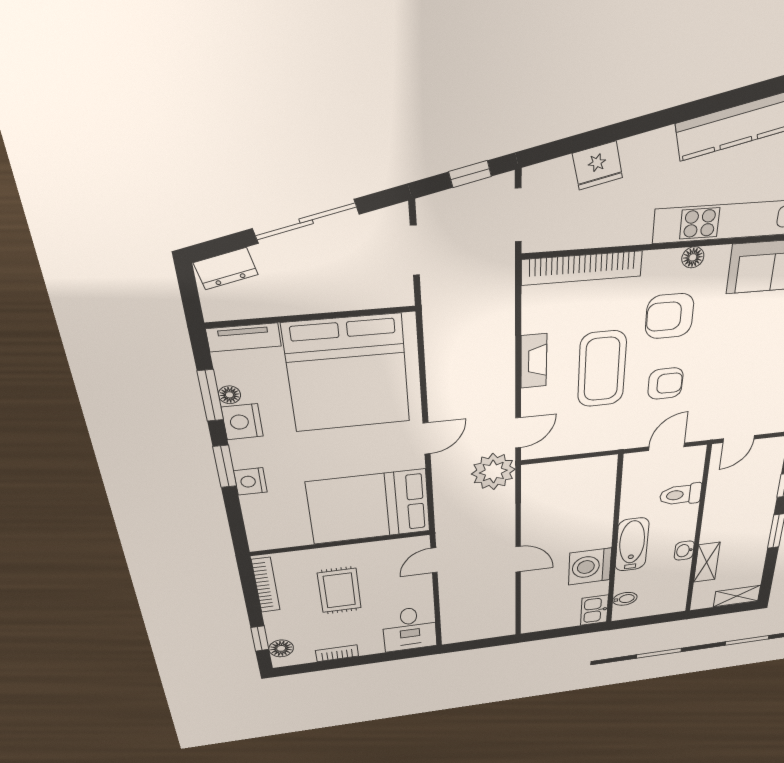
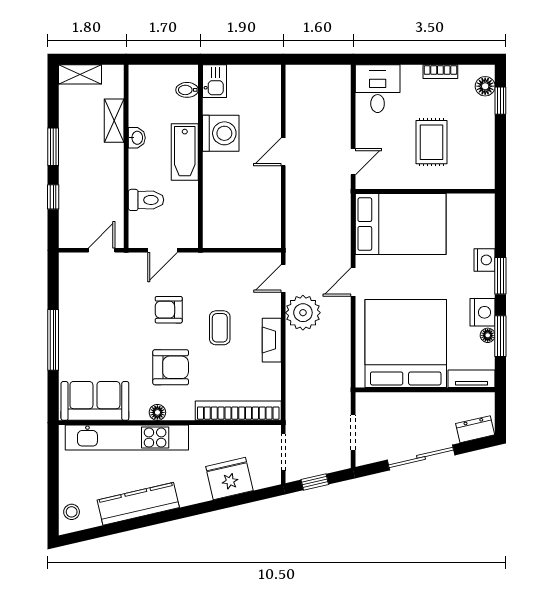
fridge: (598, 166) -> (229, 478), width x1.36, depth x1.34
coffee table: (602, 369) -> (220, 328), width x0.54, depth x0.58
plant: (493, 472) -> (303, 313), moved
door: (518, 559) -> (283, 152), hinge flipped
bookcase: (266, 585) -> (488, 158), removed

